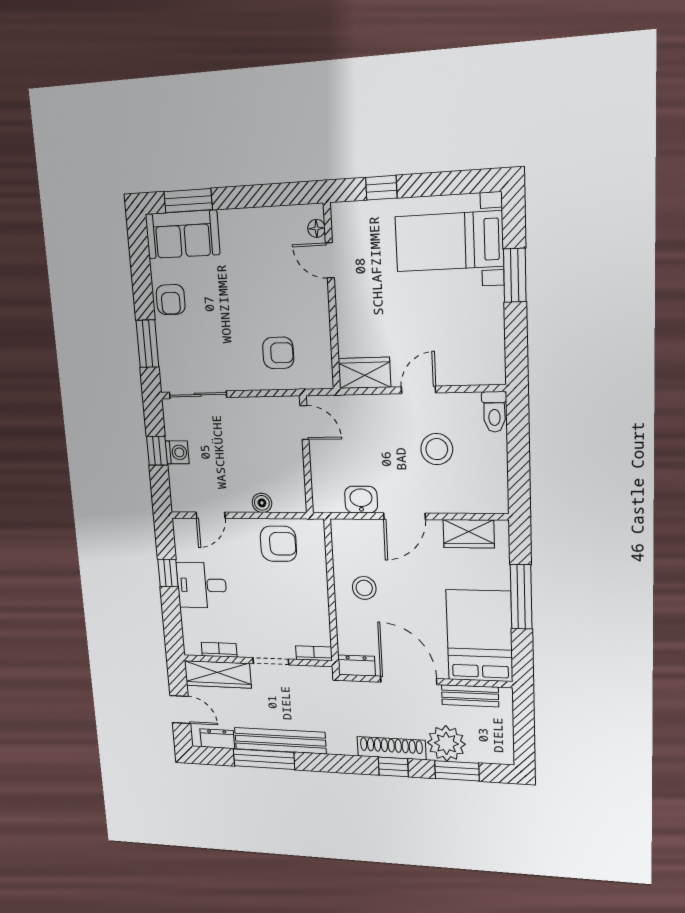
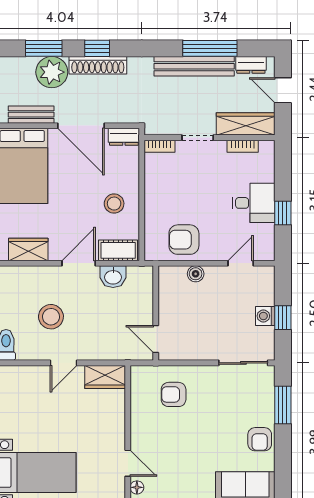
armchair: (171, 300) -> (260, 439), turned 180
cot: (356, 532) -> (118, 250), added

